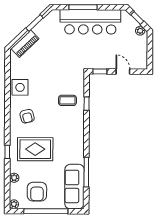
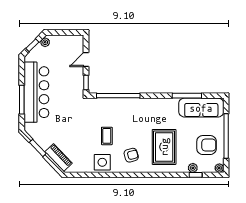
coffee table: (67, 100) -> (107, 136), moved
window: (87, 104) -> (118, 96), width x3.17
window: (7, 152) -> (196, 175), moved

